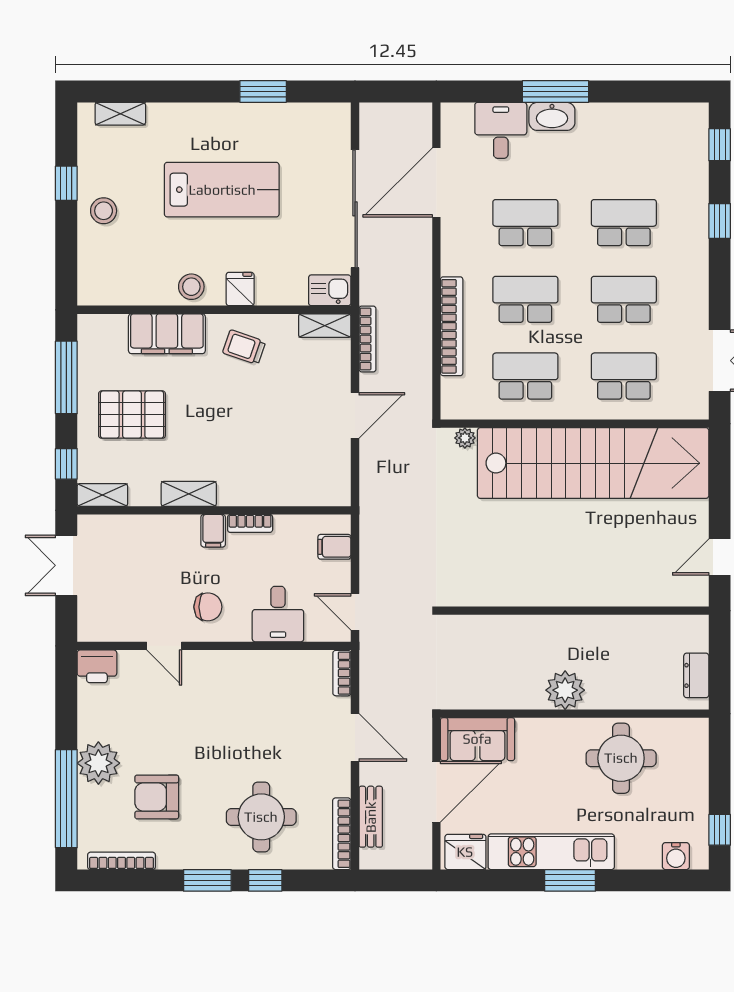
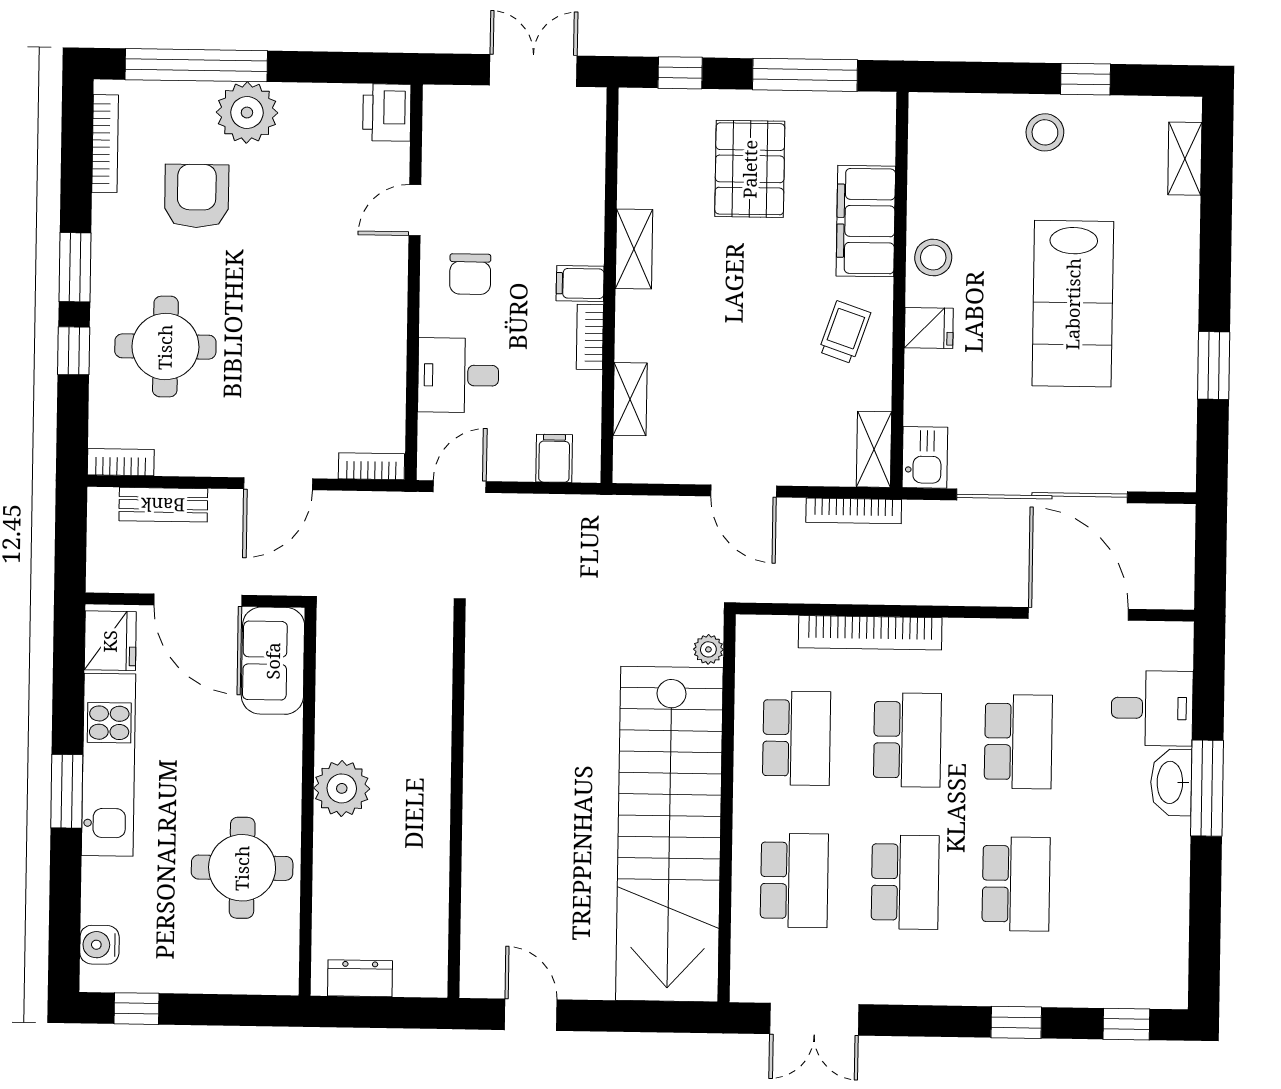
shelving: (102, 495) -> (630, 399), moved
bookcase: (342, 834) -> (121, 462), width x0.64

